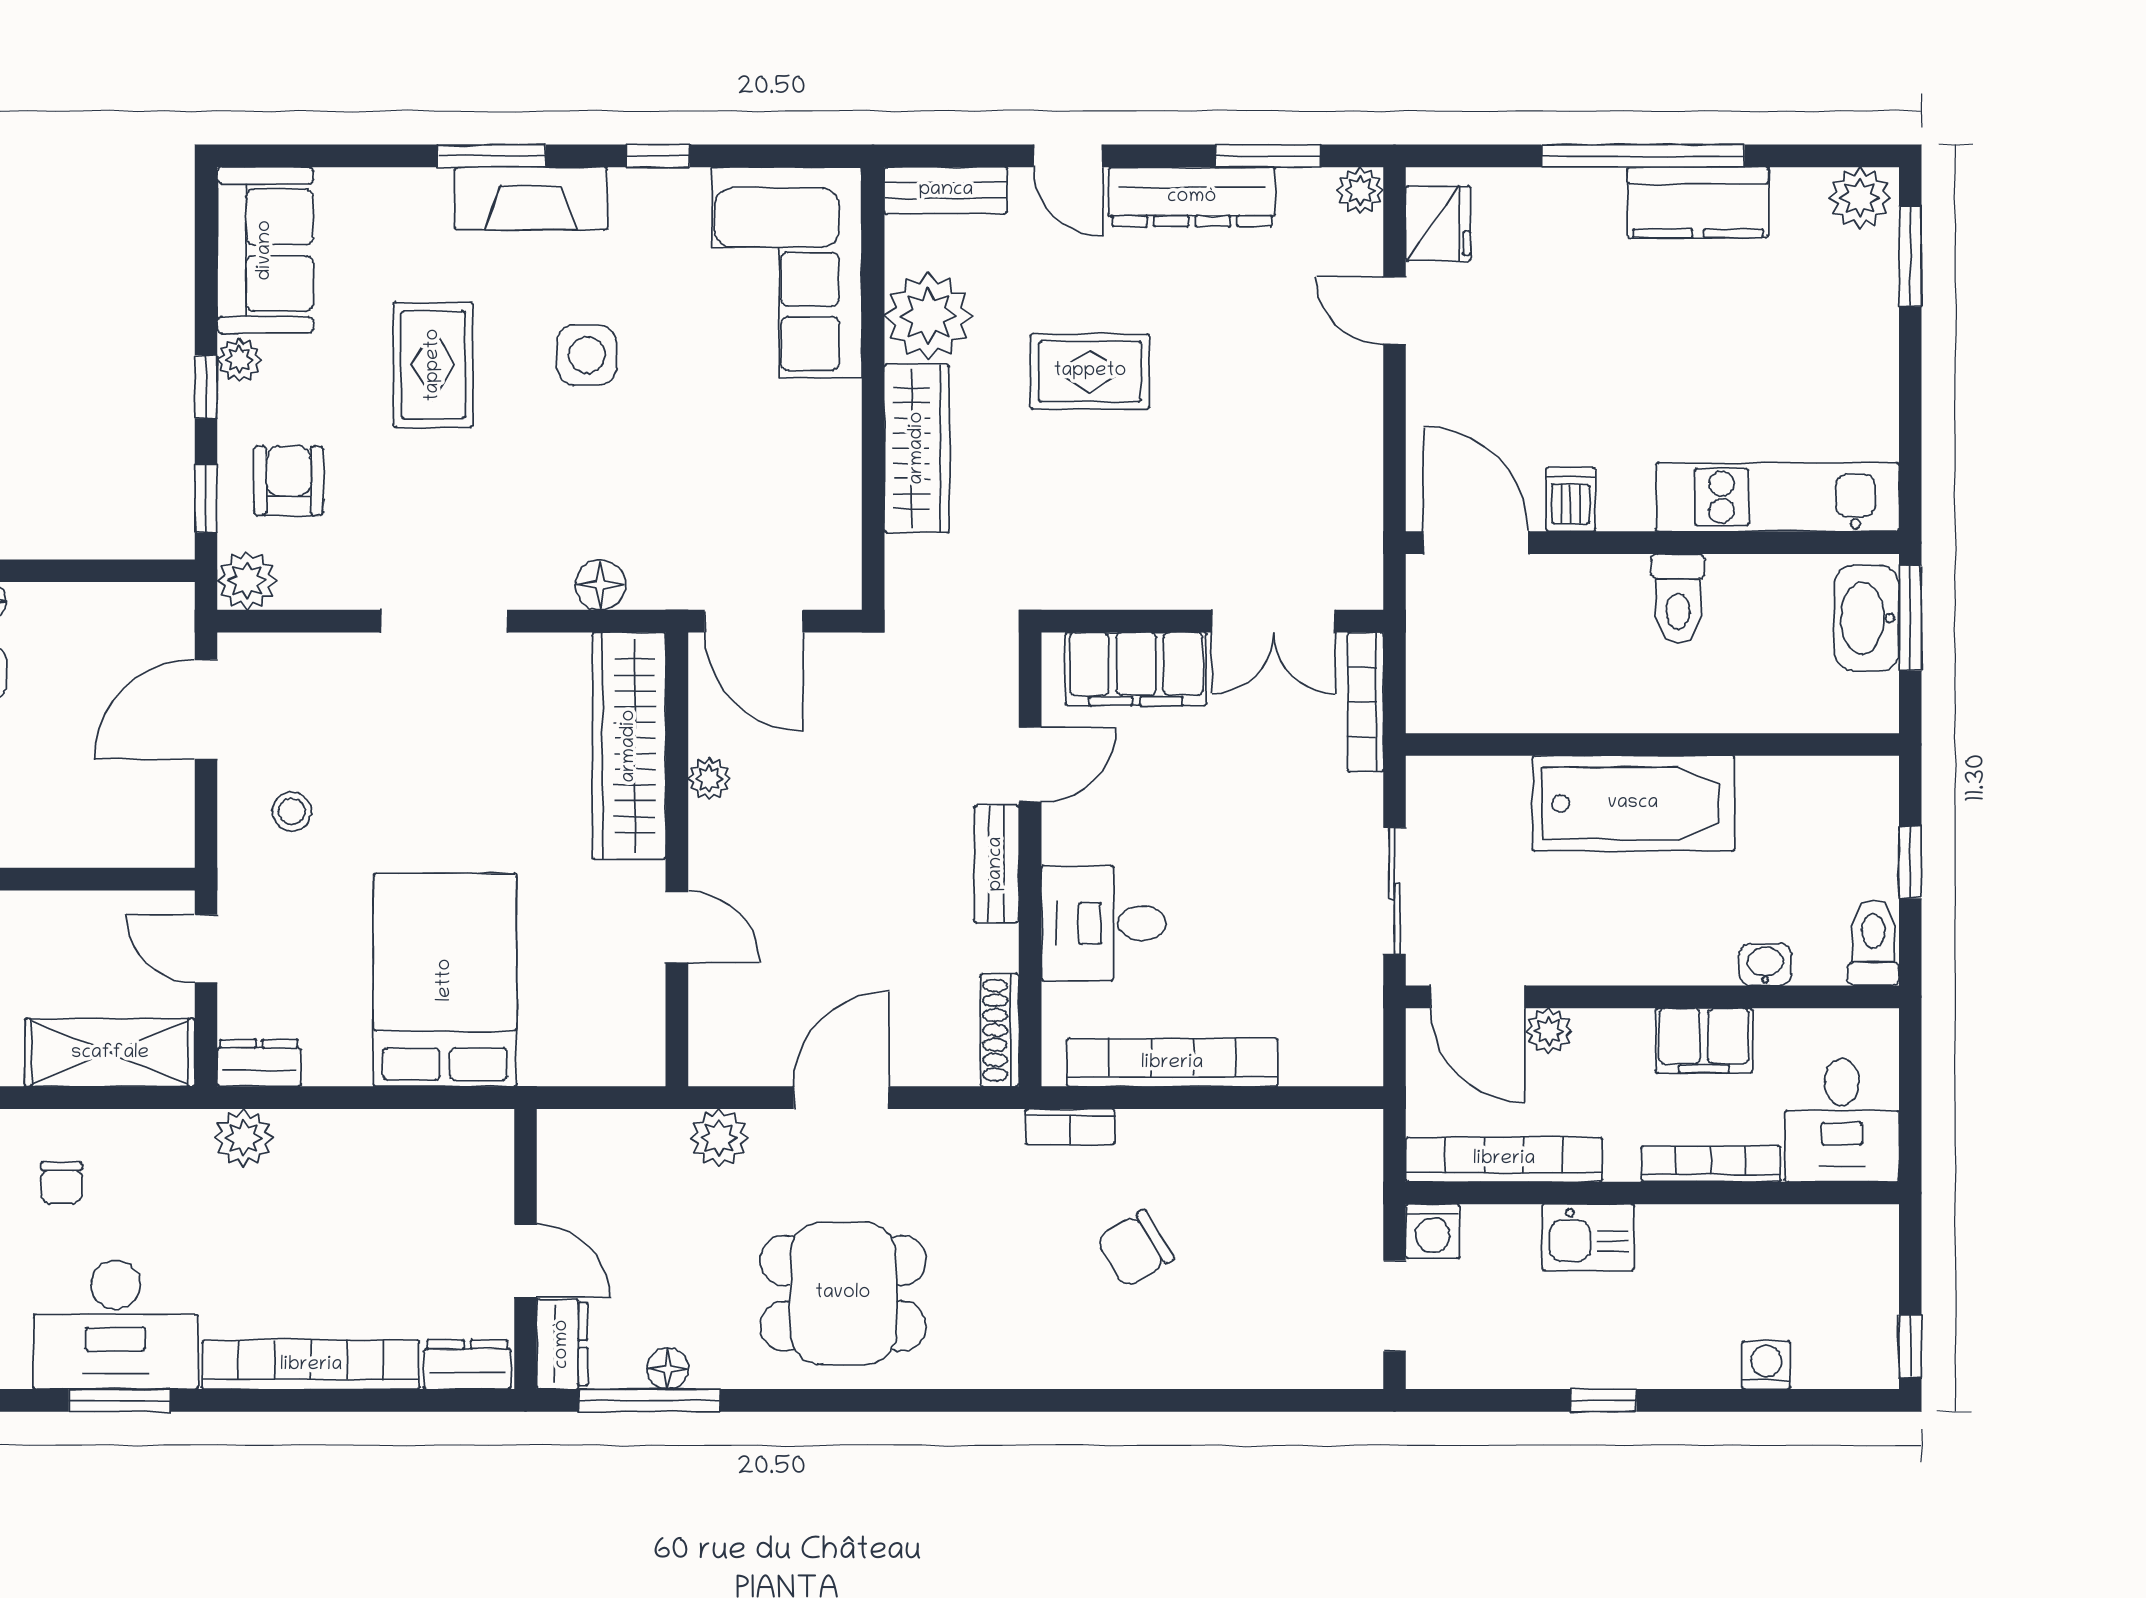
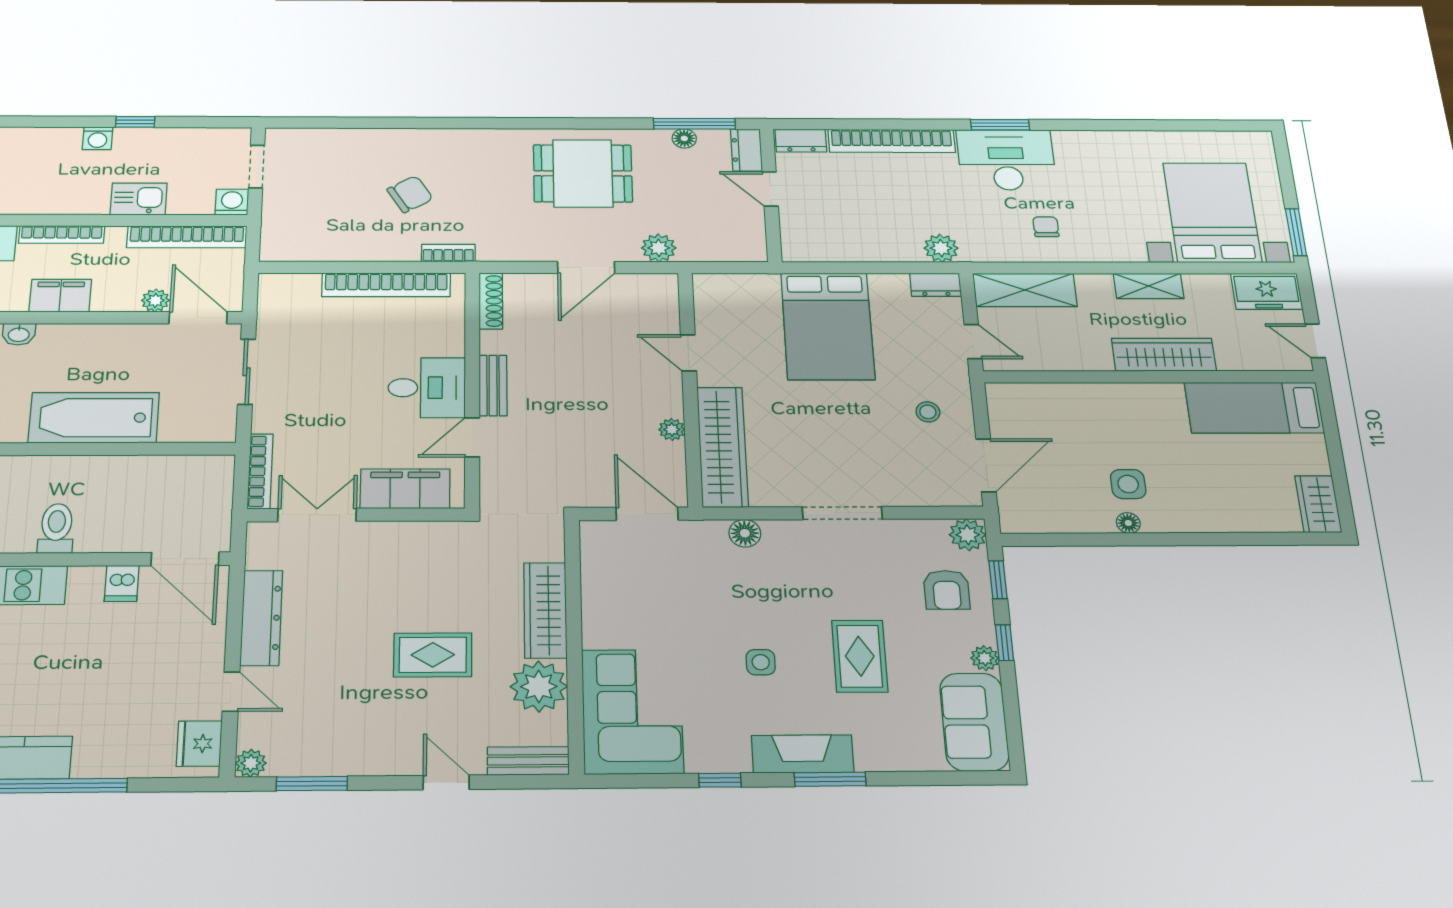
dresser: (1192, 197) -> (261, 618), moved, turned 90
side table: (587, 355) -> (761, 662), width x0.73, depth x0.73
desk: (1103, 923) -> (427, 388), moved
washing machine: (1766, 1365) -> (98, 138), moved

